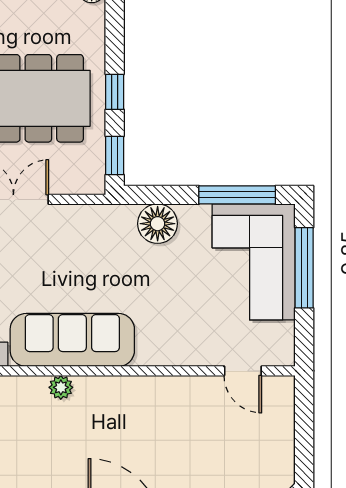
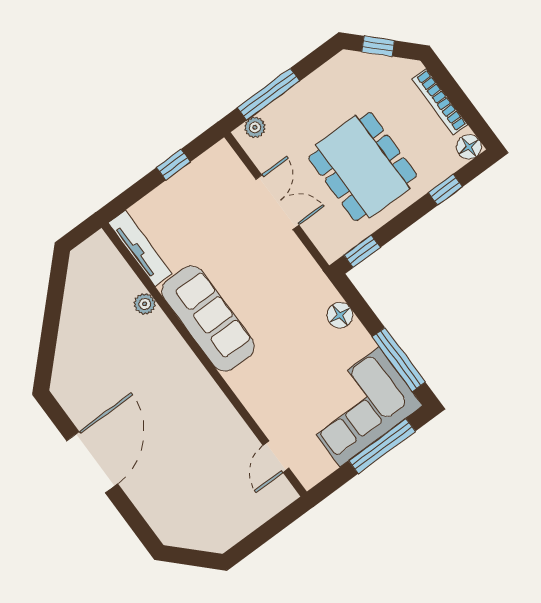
window: (115, 92) -> (445, 190), moved
floor lamp: (158, 224) -> (340, 315), width x0.73, depth x0.73
plant: (61, 387) -> (145, 304), moved

